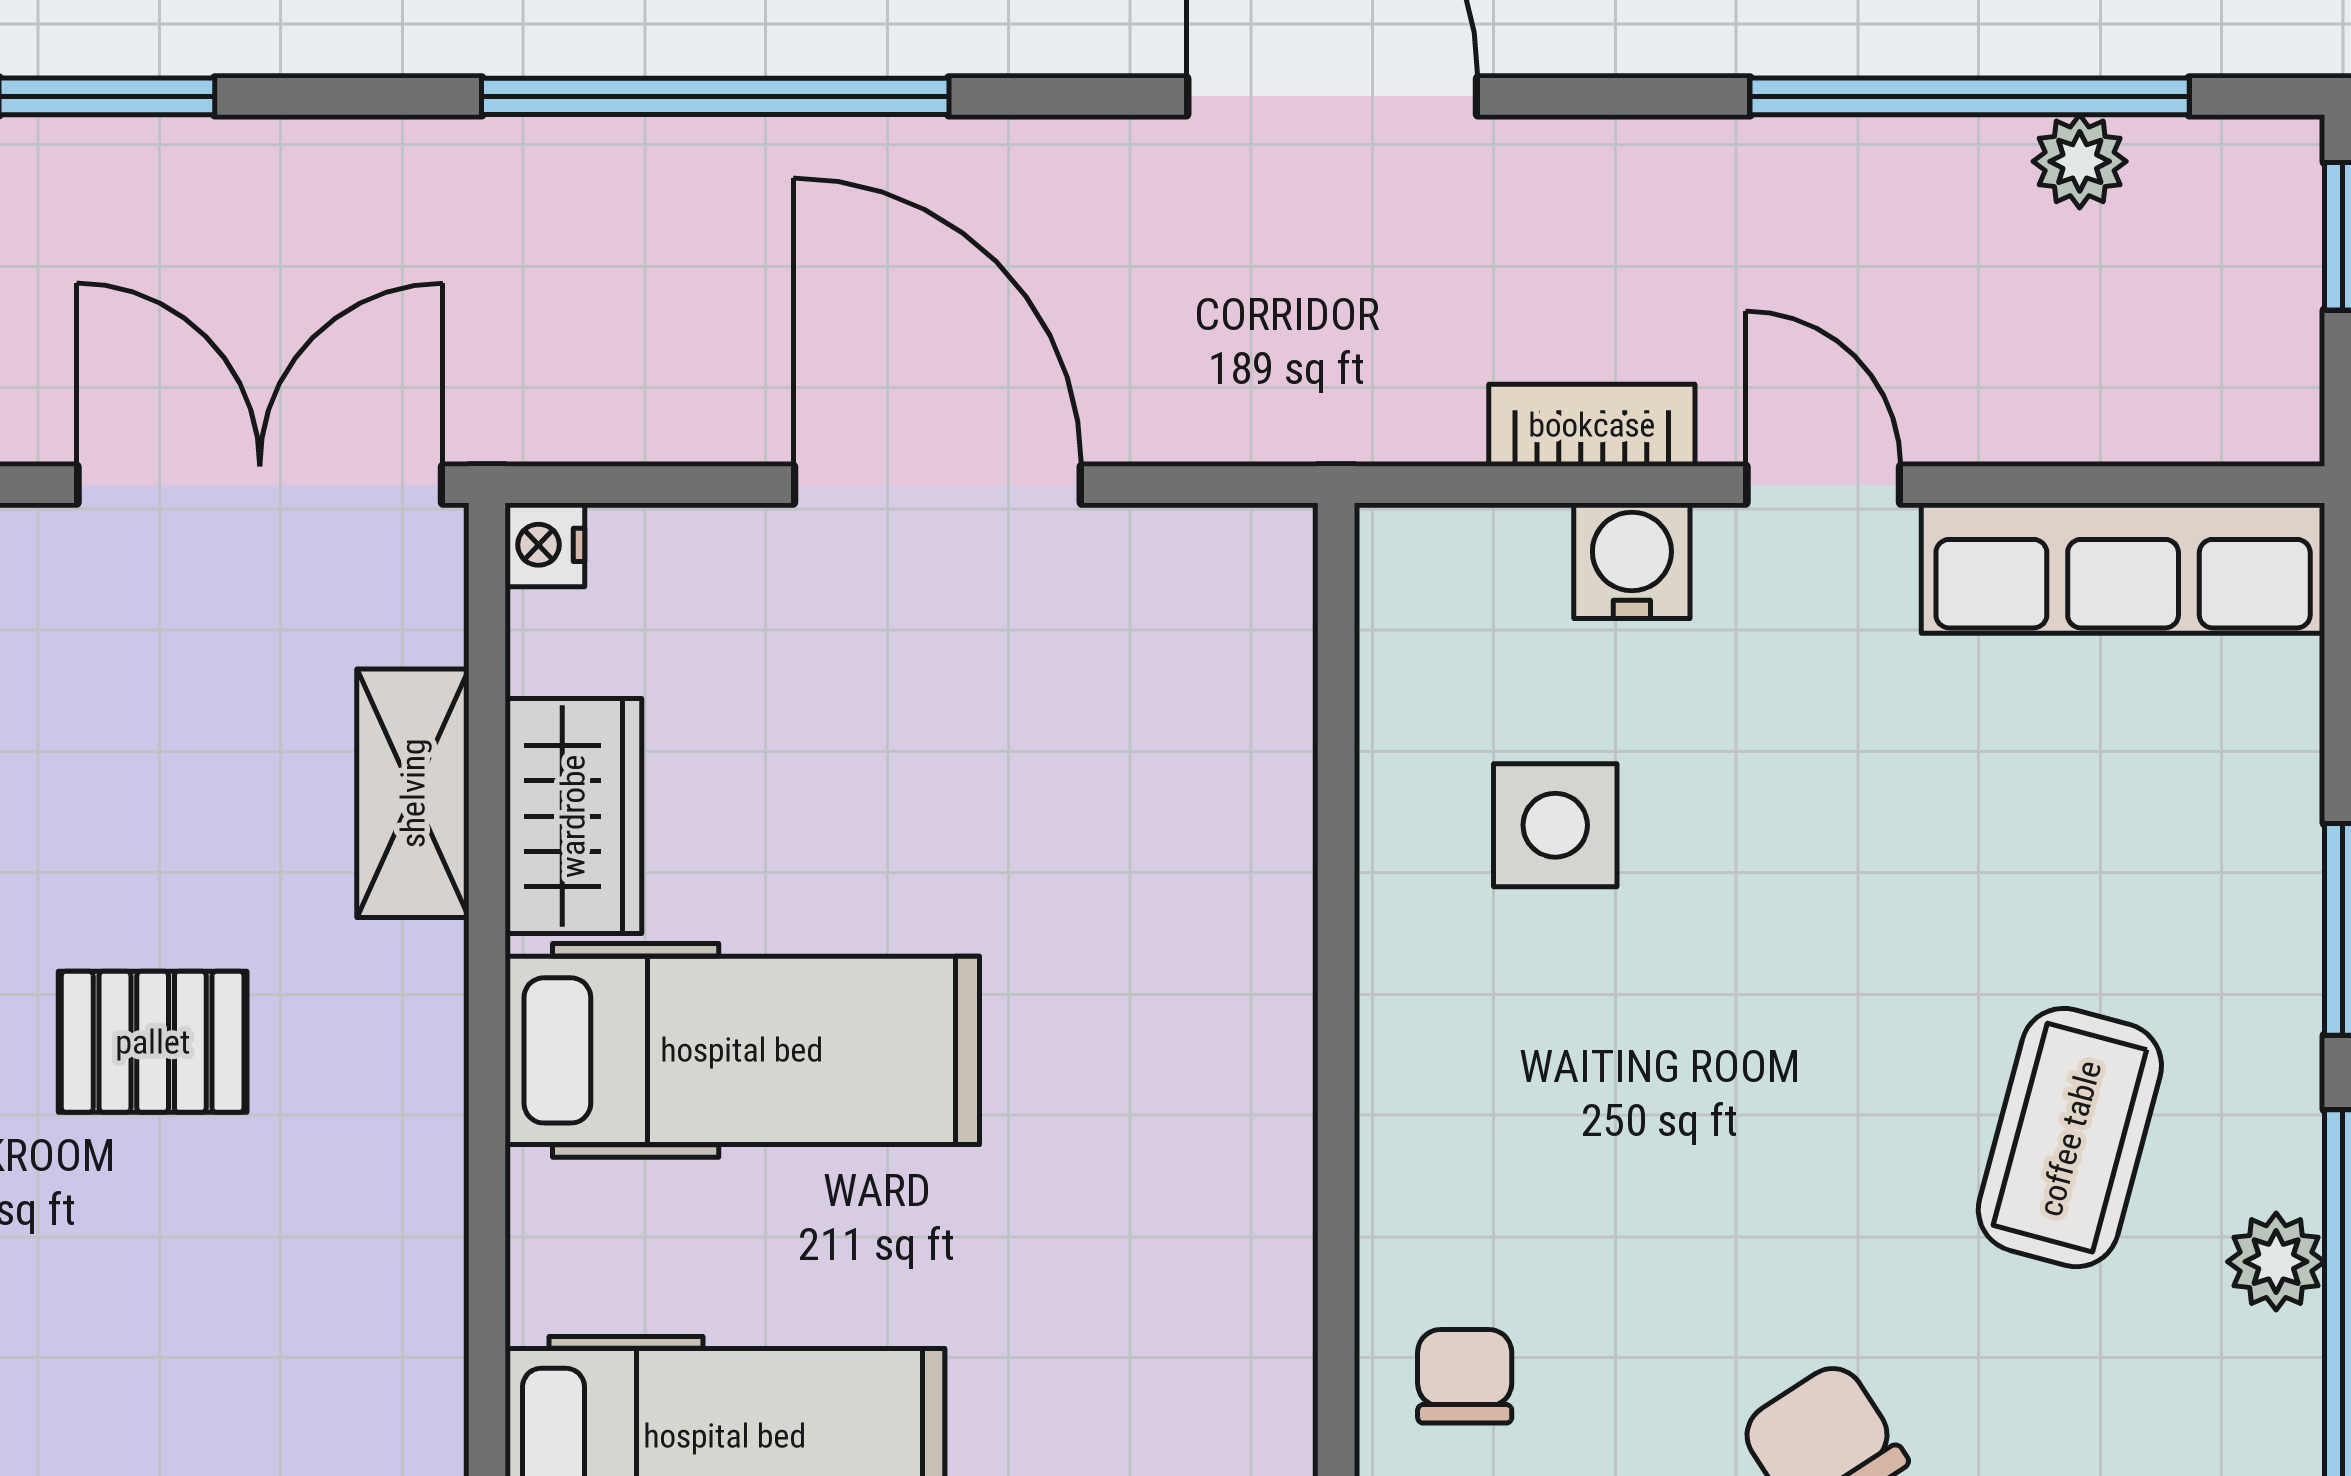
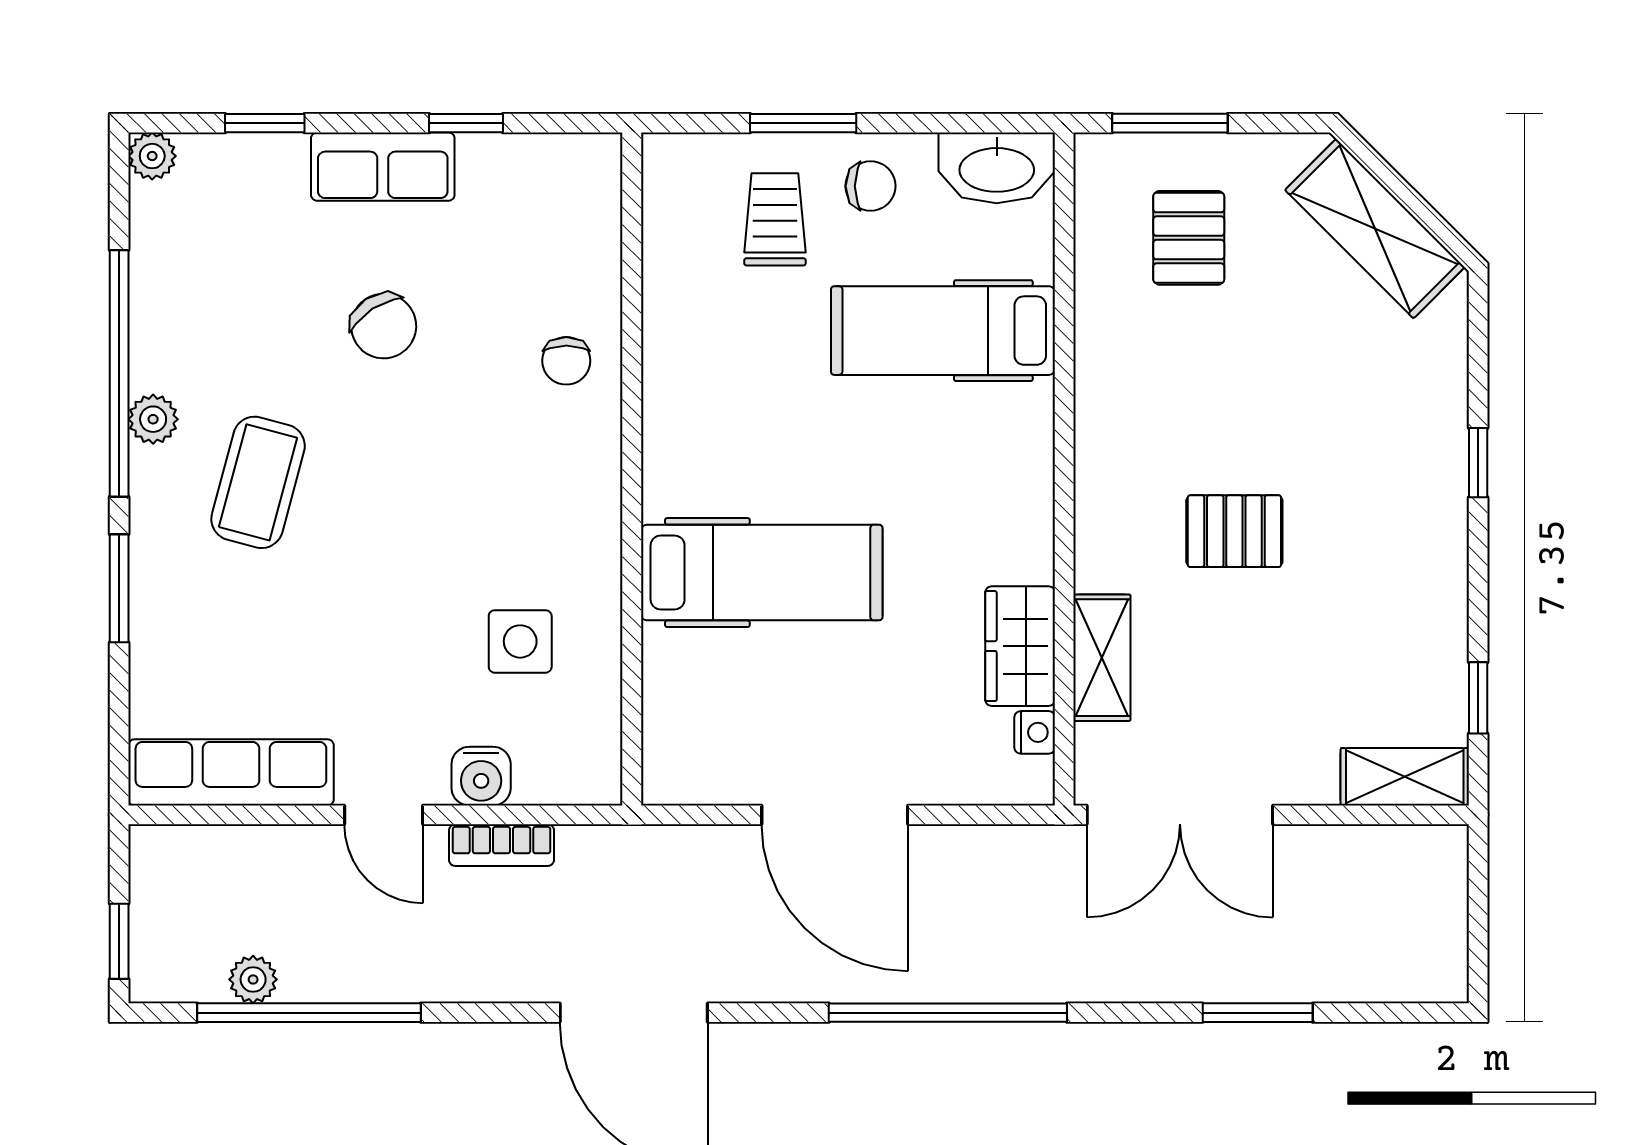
nightstand: (545, 545) -> (1035, 732), moved
hospital bed: (742, 1050) -> (762, 573), moved, turned 180

